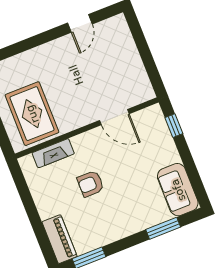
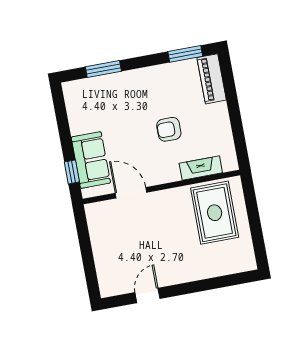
armchair: (90, 184) -> (169, 129), turned 180
sofa: (178, 190) -> (91, 160), moved

